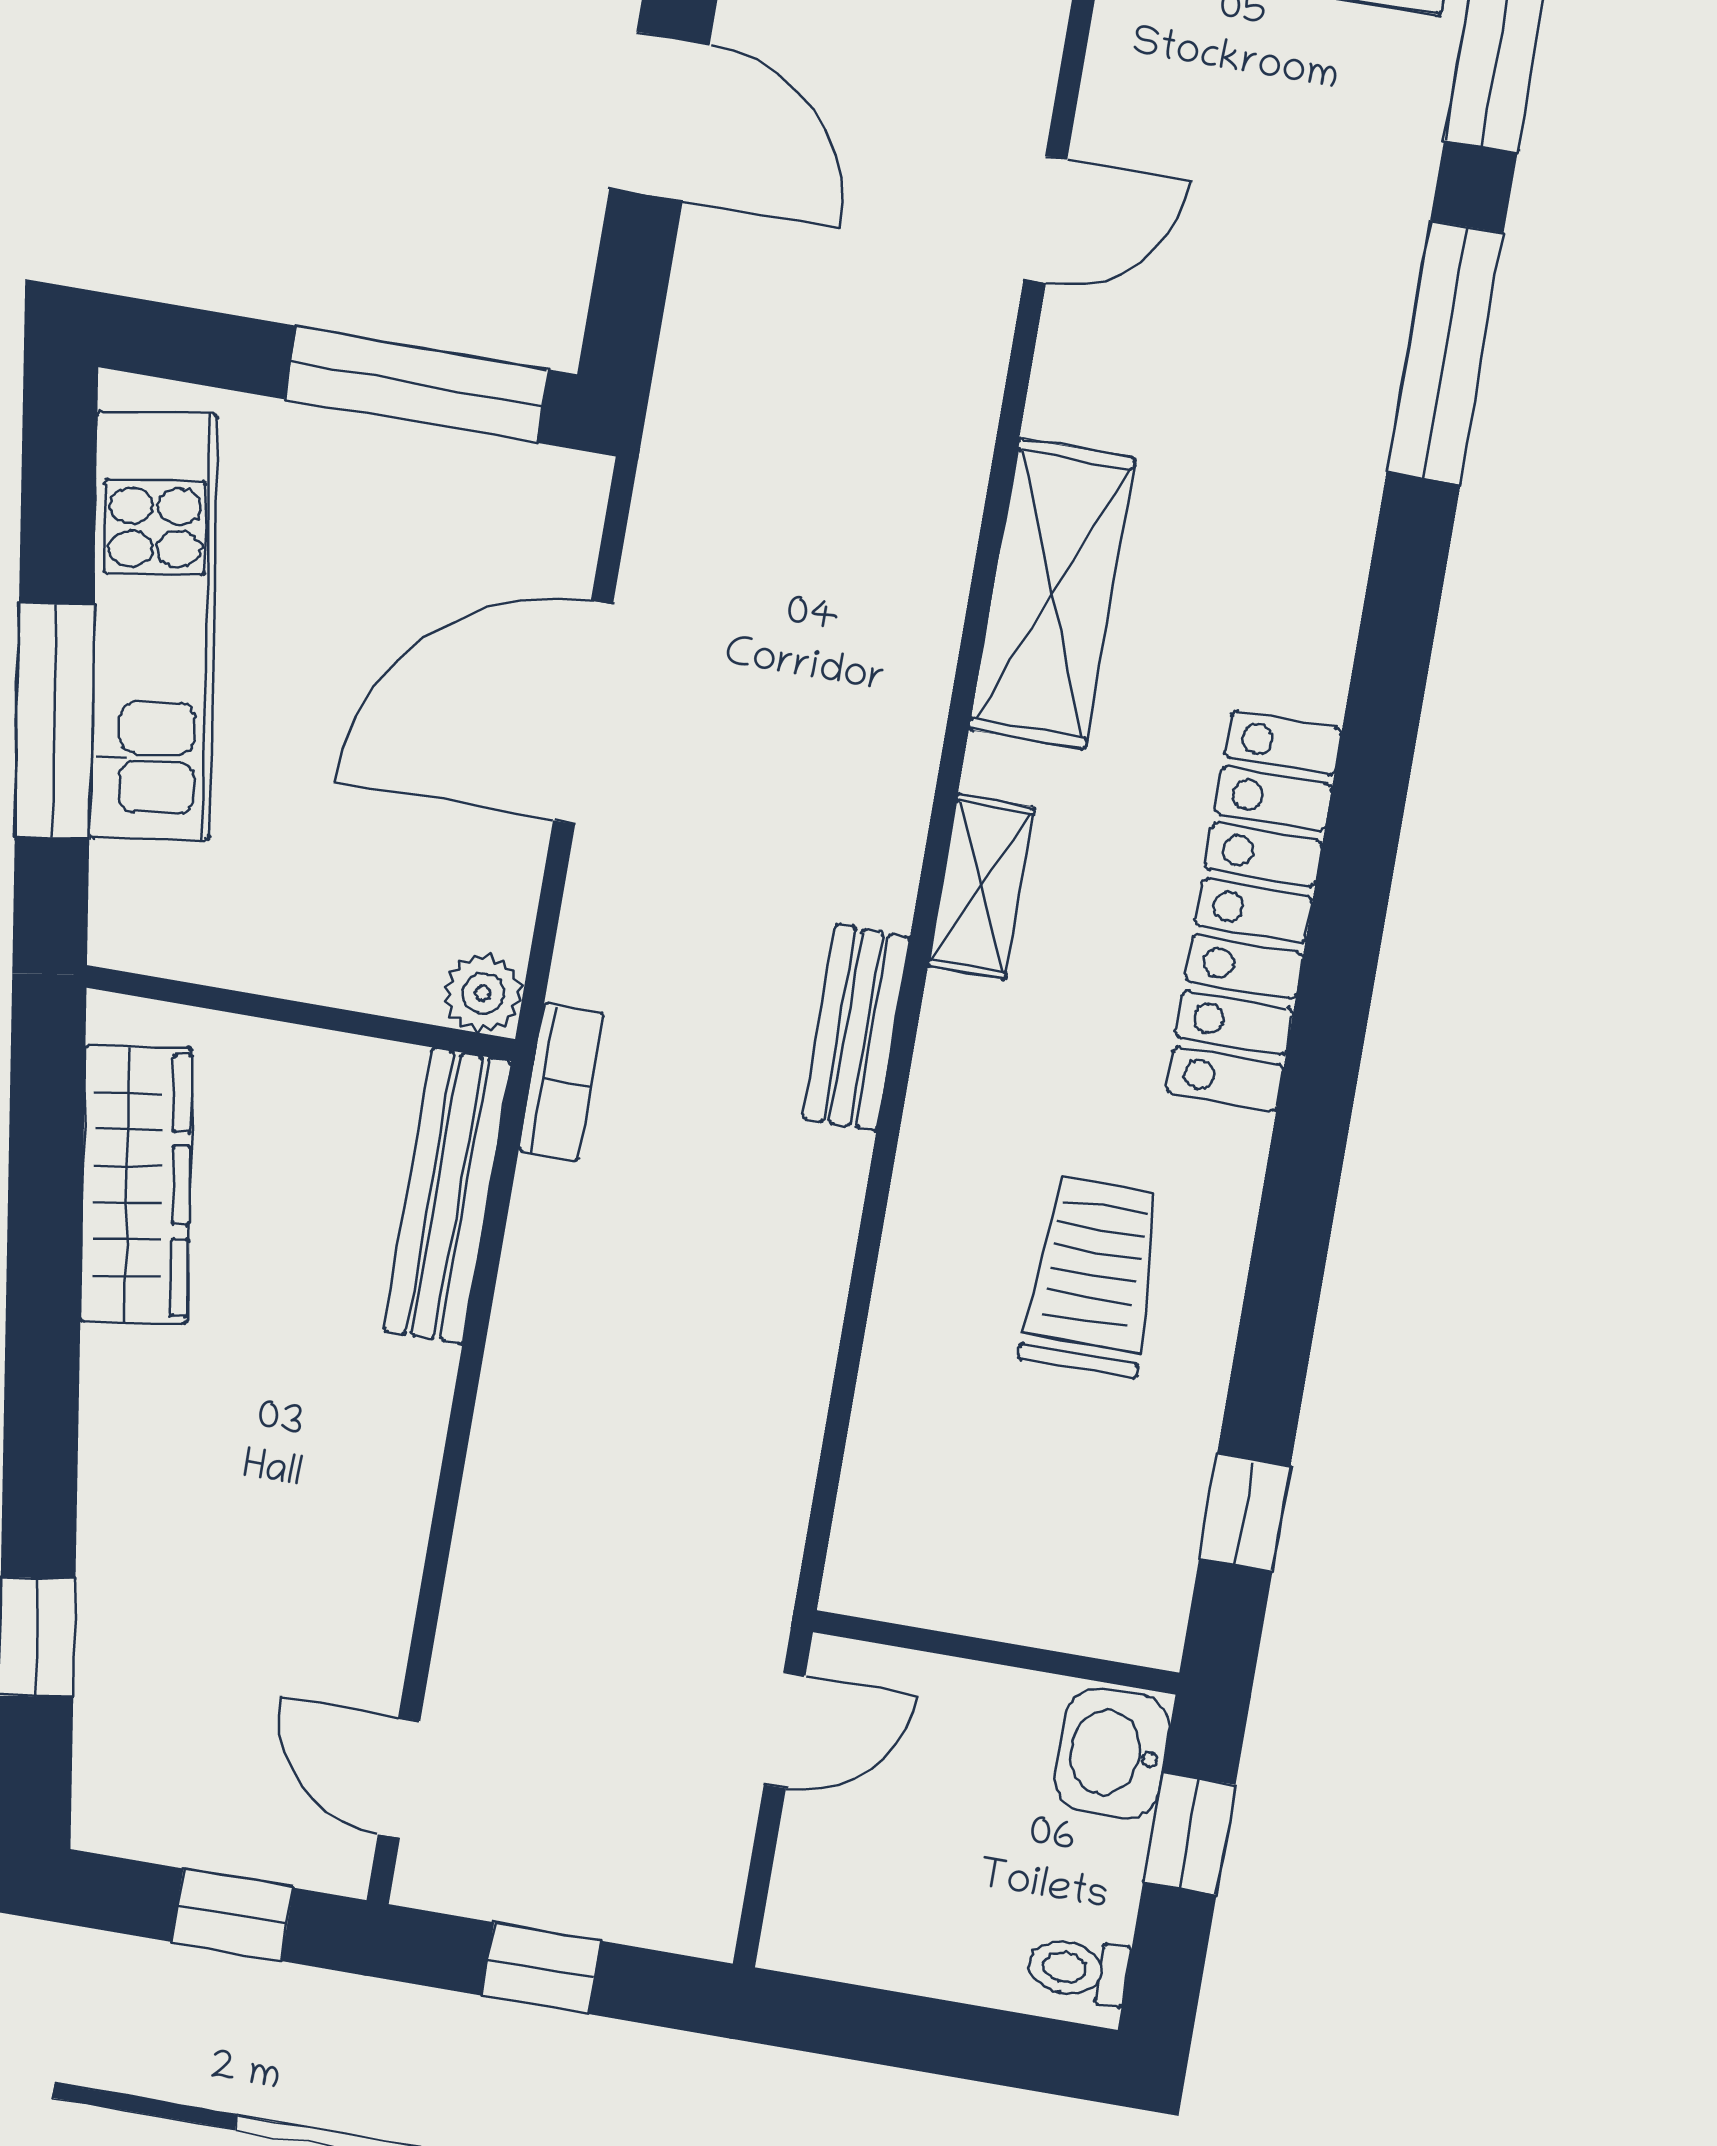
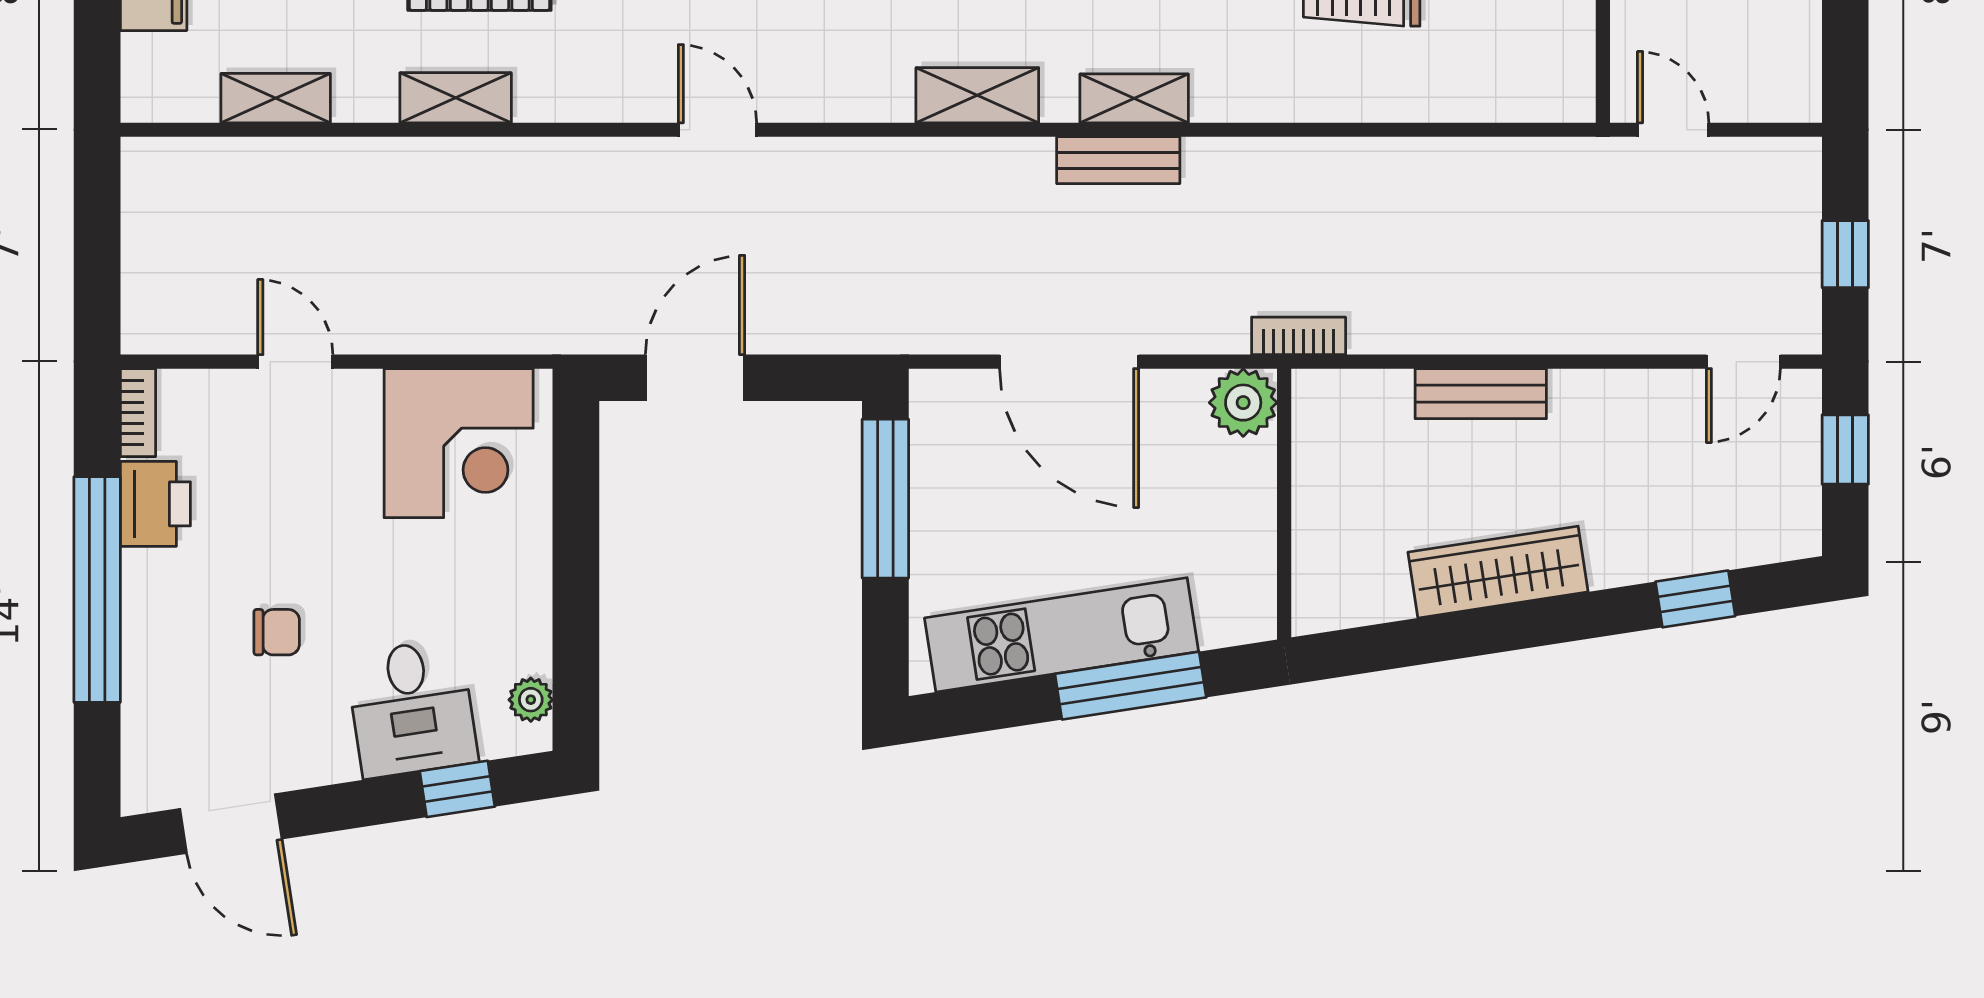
shelving: (1052, 594) -> (977, 95), width x0.67, depth x0.75
plant: (483, 993) -> (1243, 403), width x1.38, depth x1.38
bench: (856, 1028) -> (1118, 160), moved
wardrobe: (136, 1185) -> (1498, 572), moved
bench: (447, 1196) -> (1481, 394), moved, width x0.73

